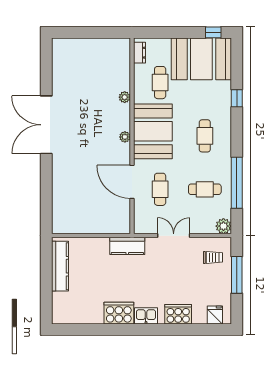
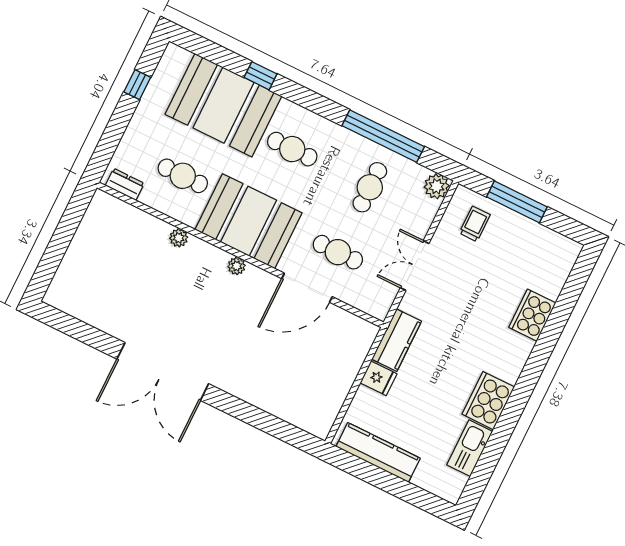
window: (213, 32) -> (137, 85), moved
booth: (201, 59) -> (223, 105), moved, turned 90
fridge: (215, 315) -> (379, 378), moved, turned 180
kitchen sink: (146, 316) -> (470, 448), moved, width x1.38

